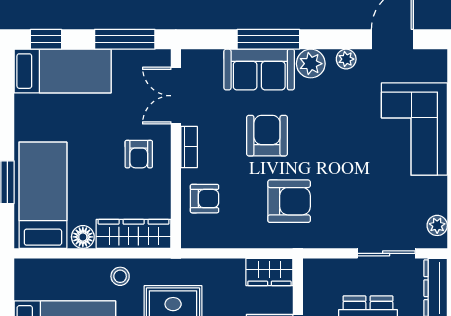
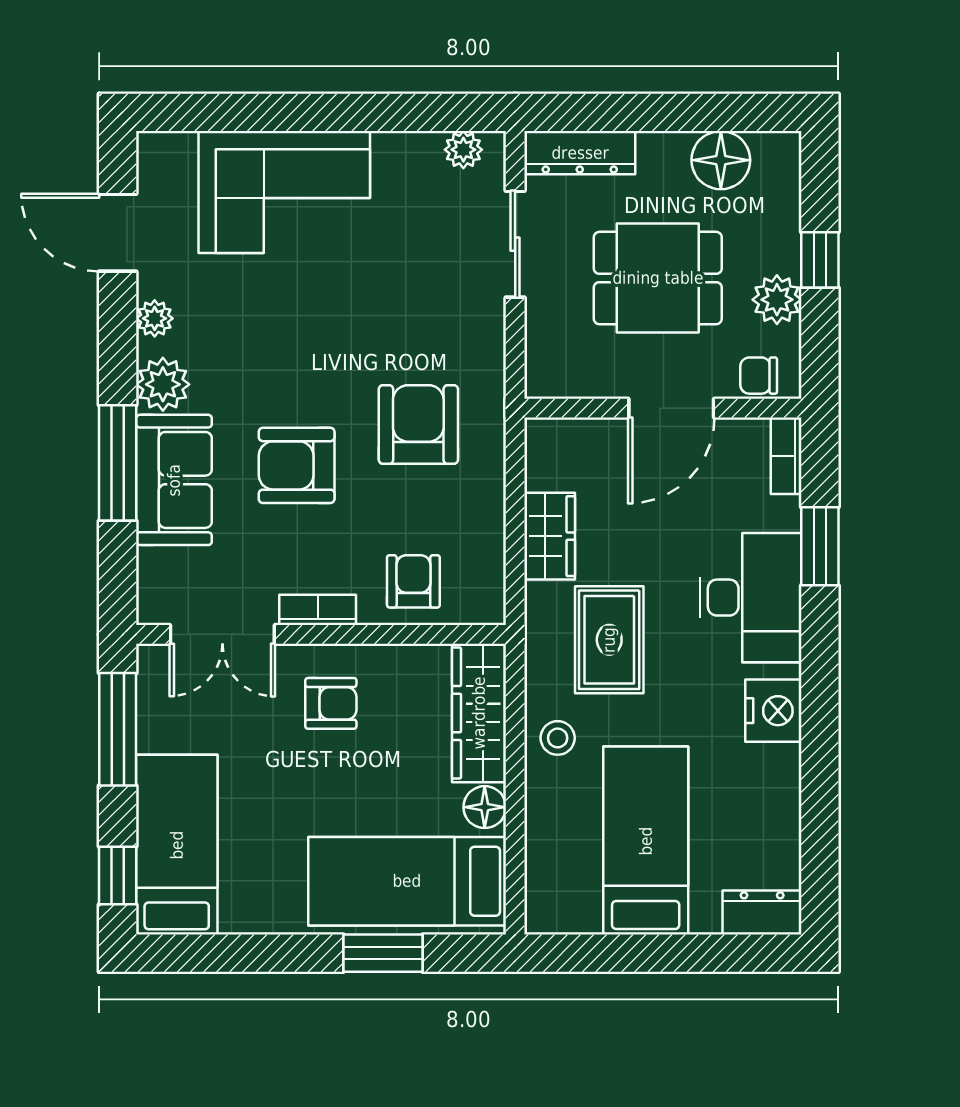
wardrobe: (269, 272) -> (550, 536), moved

